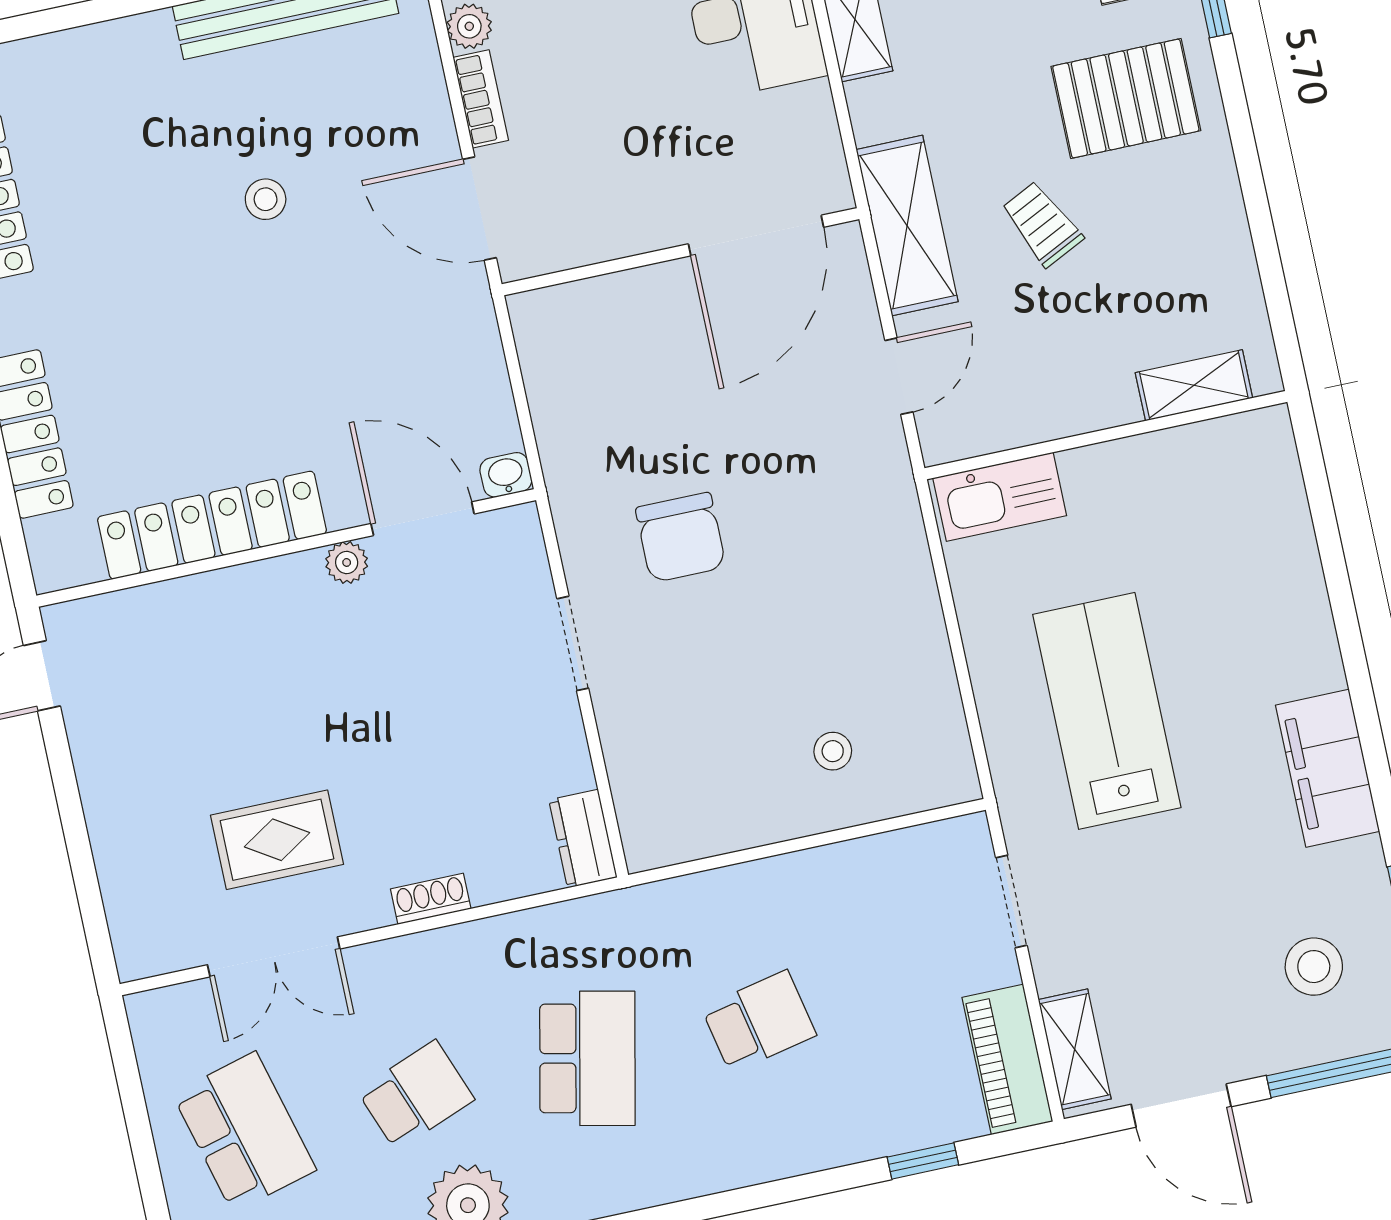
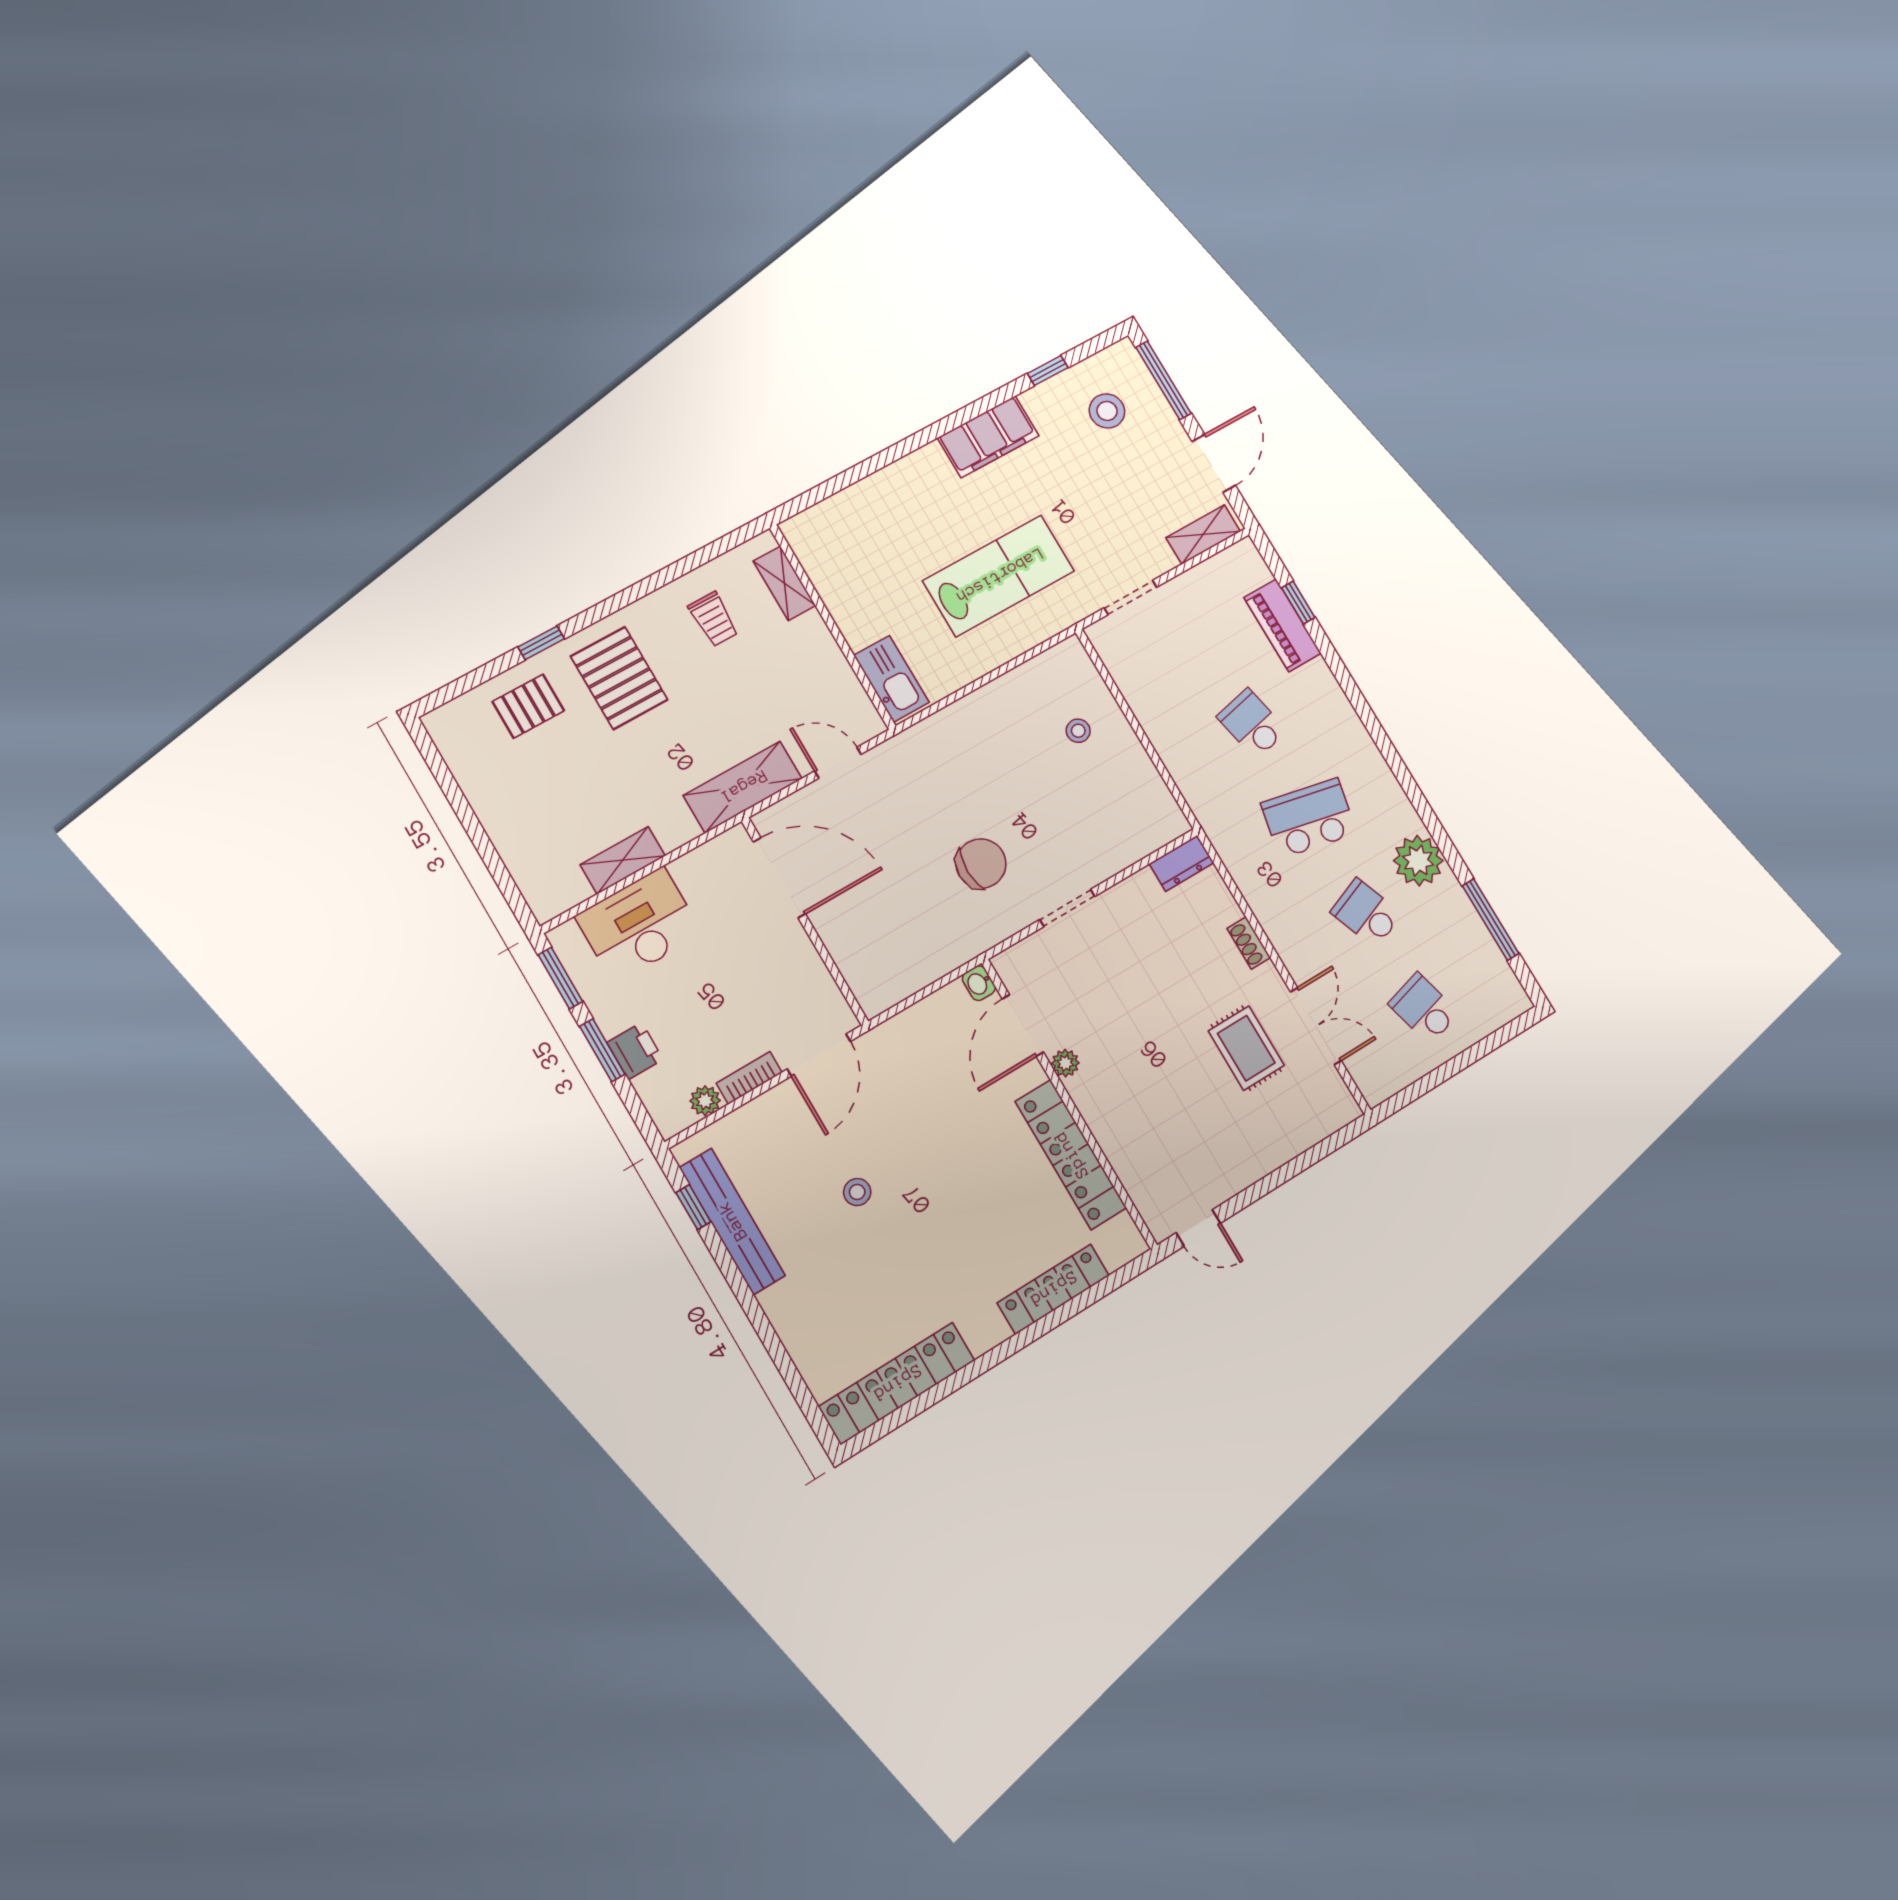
trolley: (1042, 224) -> (713, 619), moved, turned -64
lab bench: (1107, 711) -> (999, 576), turned 180
piano: (1007, 1059) -> (1282, 625), moved, turned 90
school desk: (244, 1132) -> (1424, 1008), width x0.54

